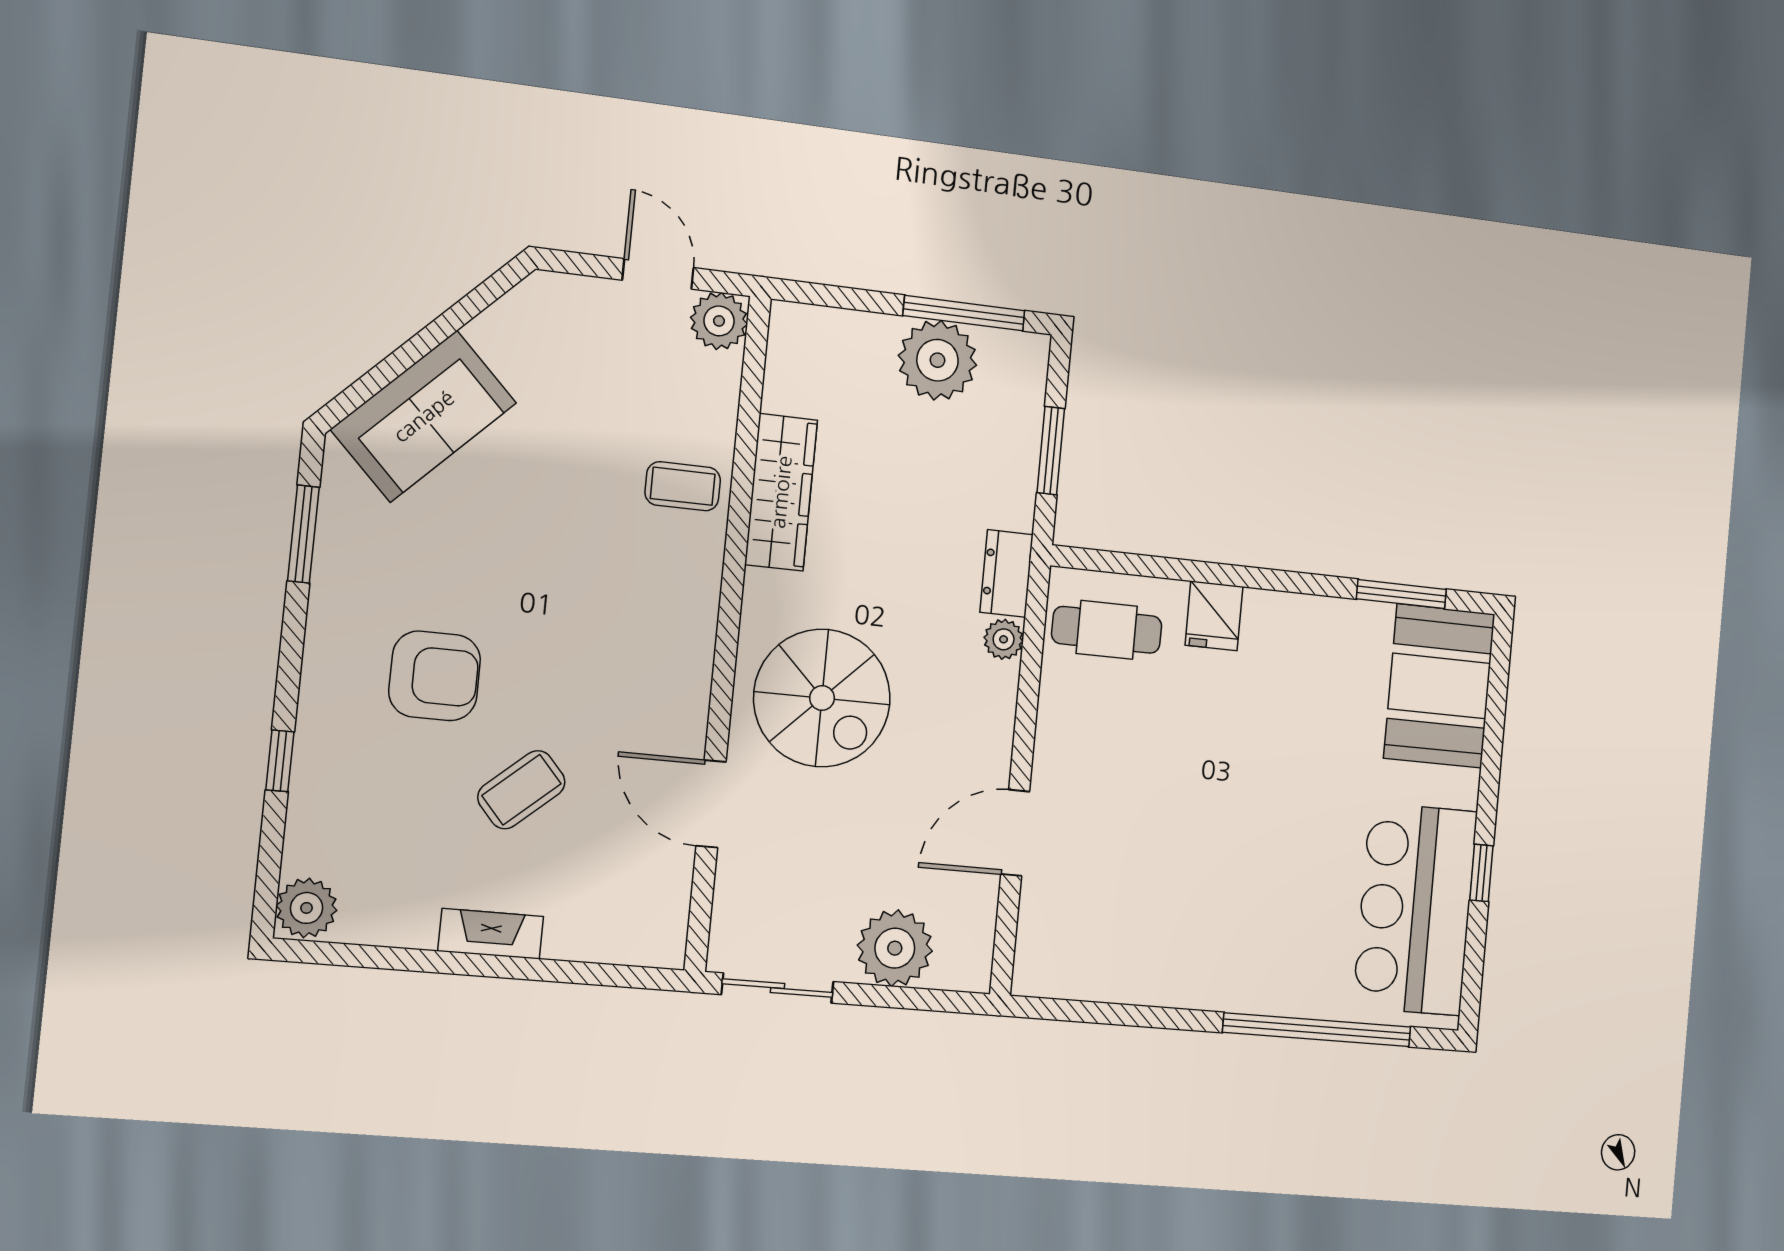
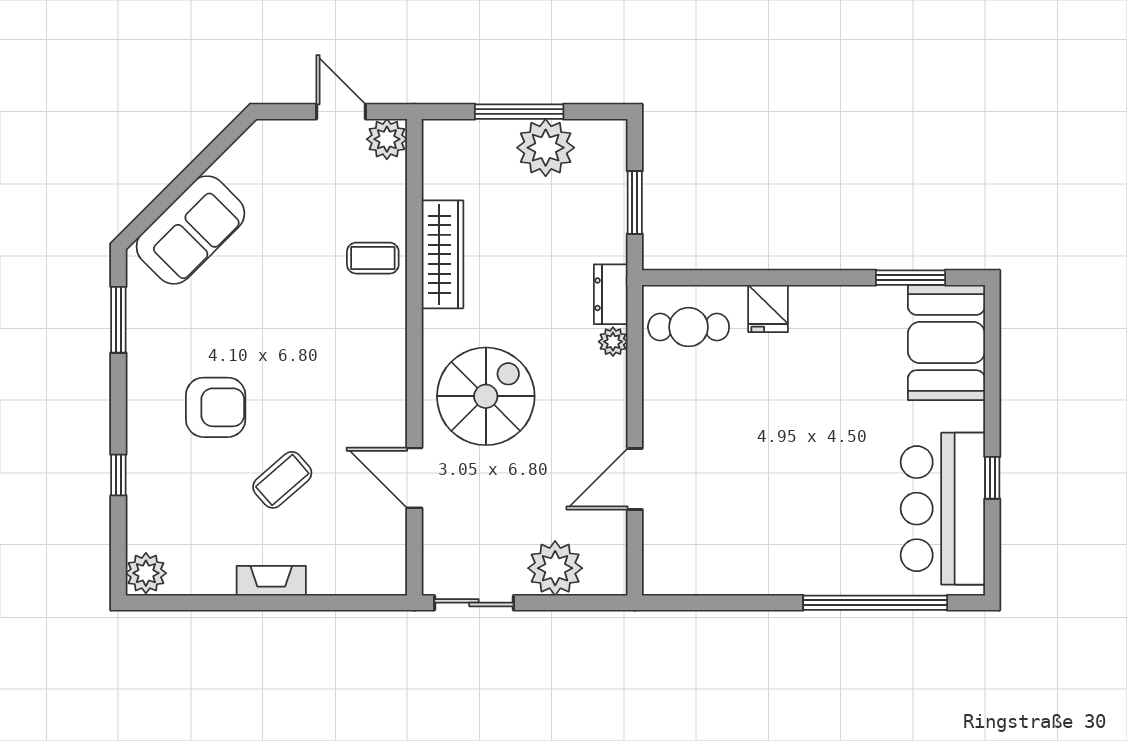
window: (964, 313) -> (519, 112), moved
spiral stairs: (822, 698) -> (486, 396), turned -90

